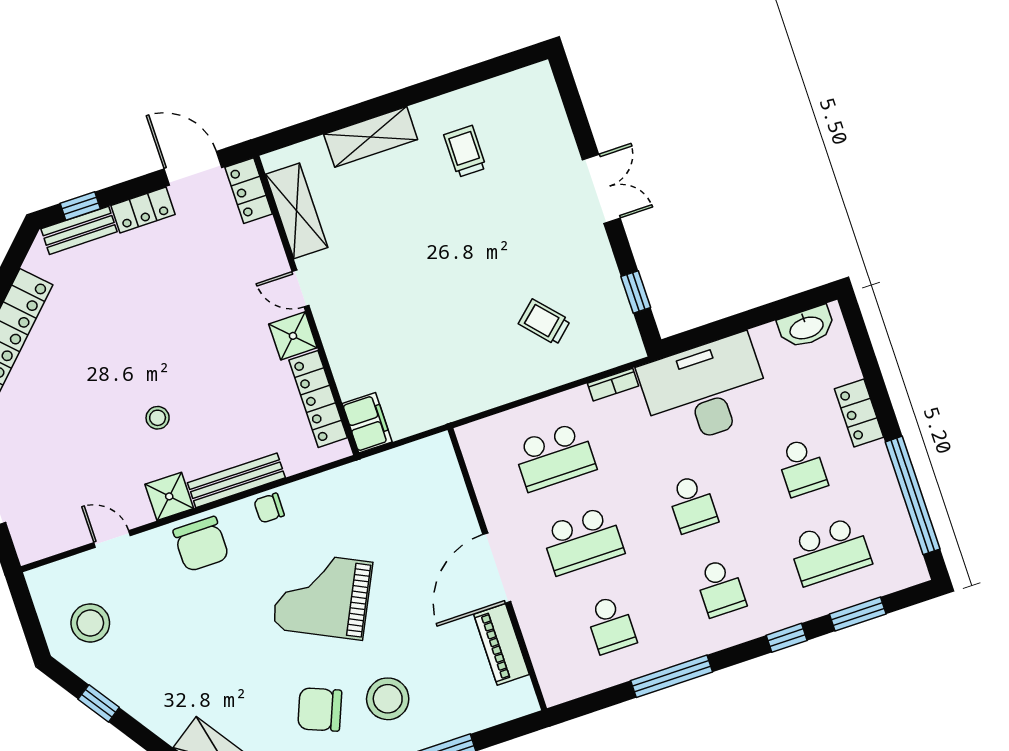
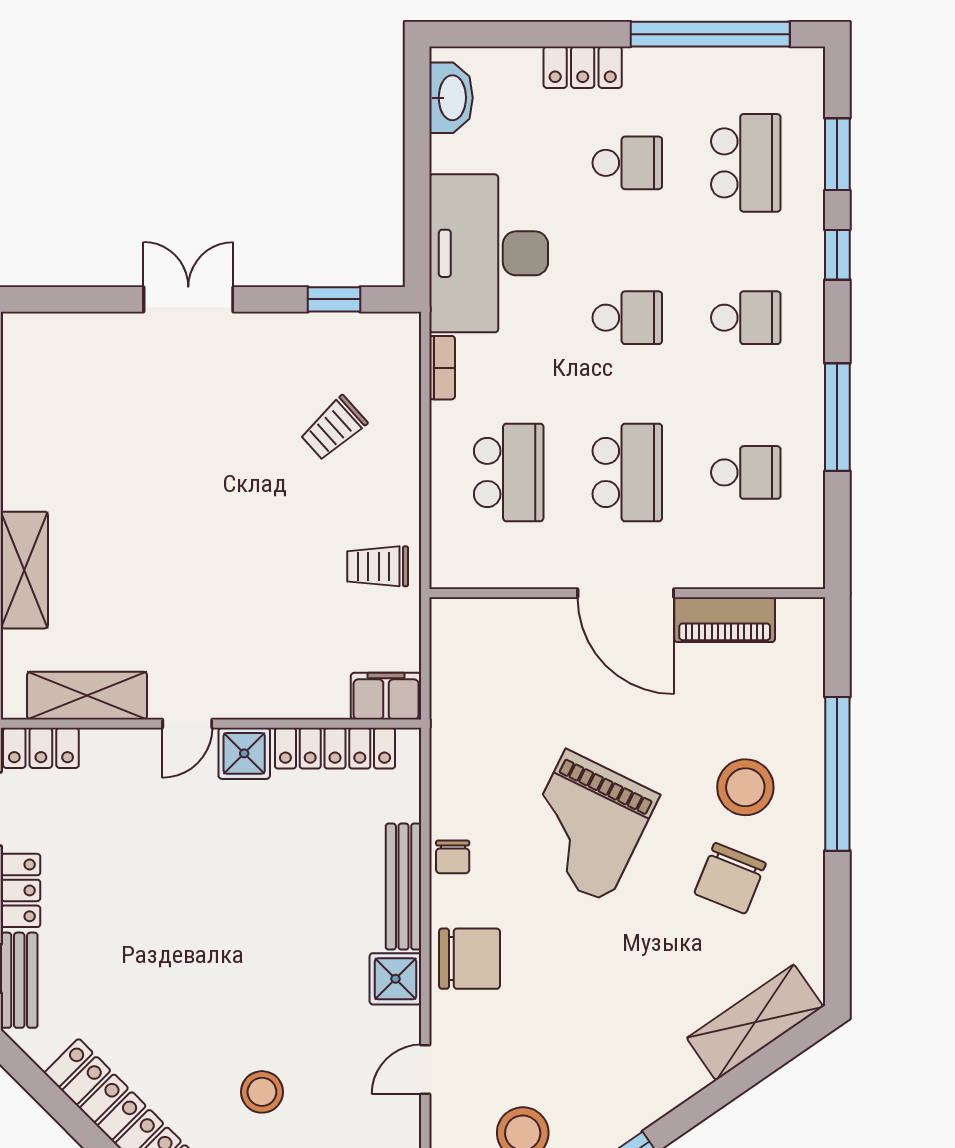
trolley: (465, 151) -> (378, 566), moved
stool: (158, 418) -> (262, 1092), moved, width x1.37, depth x1.37

